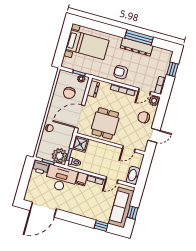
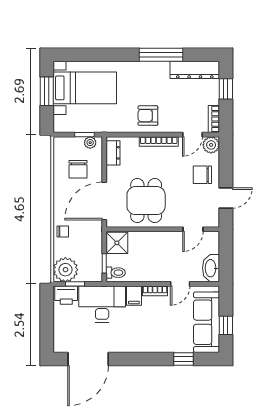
window: (64, 40) -> (47, 91), added
dresser: (137, 47) -> (195, 70), moved
plant: (60, 156) -> (65, 270), moved

